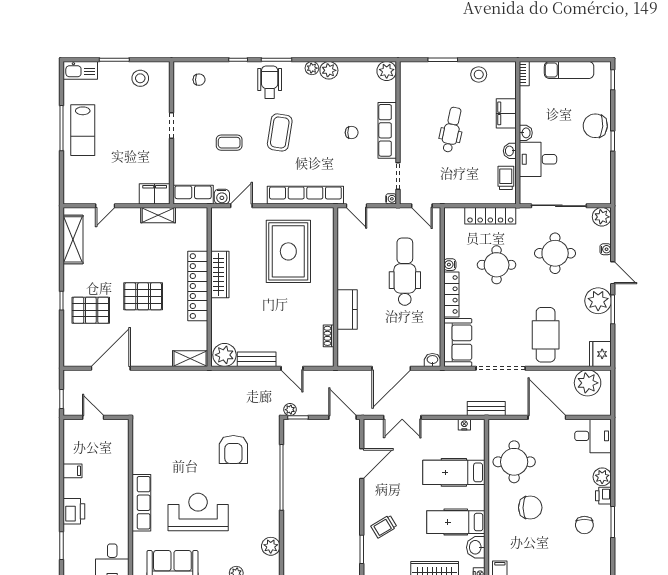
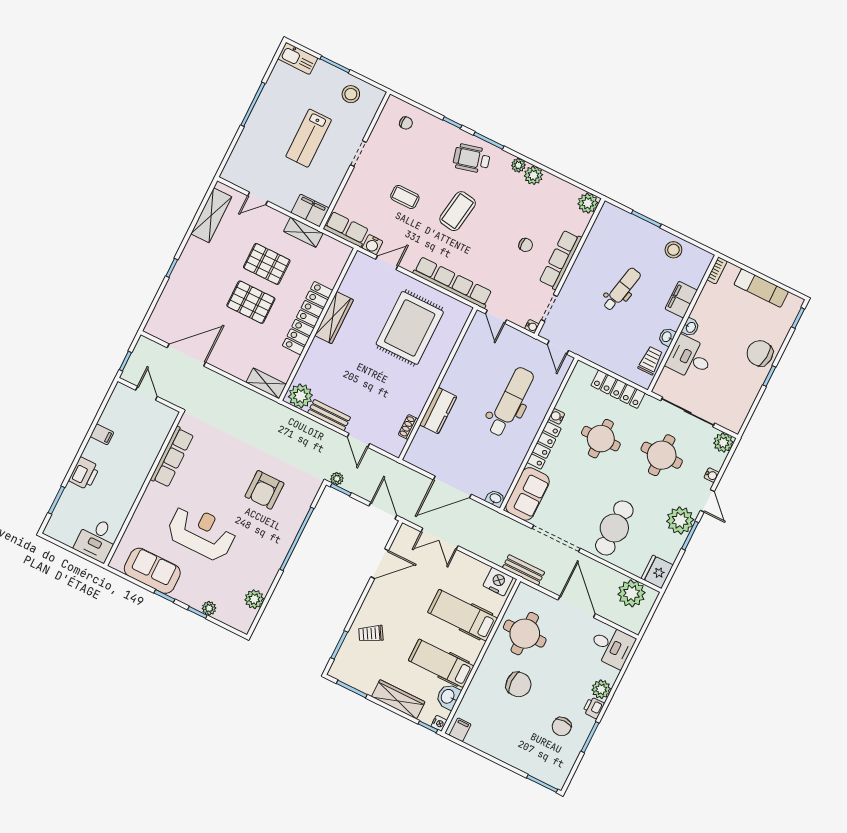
wheelchair: (270, 82) -> (472, 159), turned -104
lab bench: (83, 130) -> (309, 138), moved
pallet: (91, 310) -> (267, 264), moved
nightstand: (464, 425) -> (498, 582), width x1.89, depth x1.79
row of seats: (141, 503) -> (172, 457), moved

